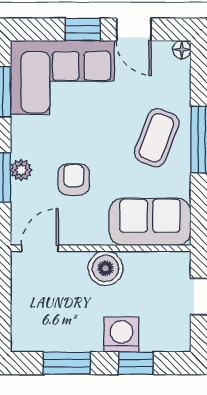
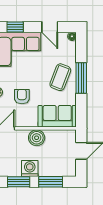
window: (83, 29) -> (15, 27), moved
washing machine: (121, 335) -> (30, 169), moved
window: (136, 363) -> (51, 182), width x1.50

